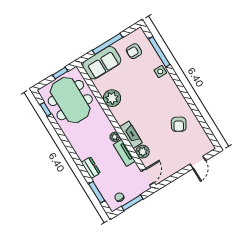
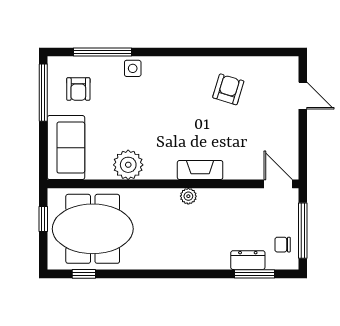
window: (107, 44) -> (43, 93), moved
armchair: (179, 124) -> (228, 89), turned -103
plant: (143, 152) -> (236, 168), removed
tv unit: (124, 153) -> (221, 197), removed
dresser: (91, 168) -> (248, 260), moved
window: (132, 203) -> (303, 231), width x1.44

